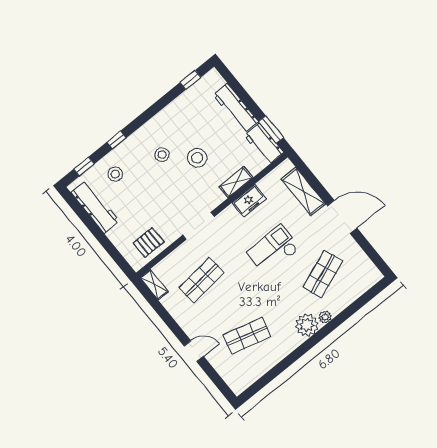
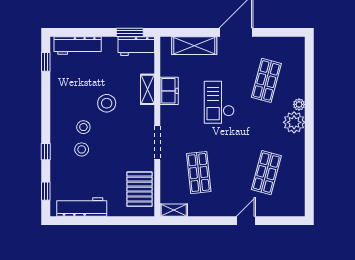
workbench: (236, 108) -> (78, 46), moved
stool: (115, 174) -> (82, 149), moved
pallet: (148, 242) -> (140, 189), width x1.50, depth x1.42
shop shelf: (323, 274) -> (266, 80), turned 36

